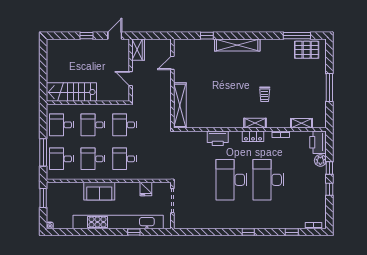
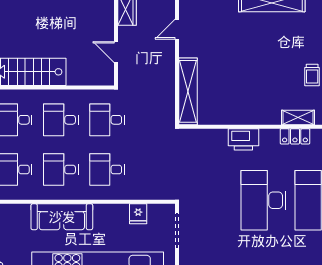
sofa: (99, 191) -> (62, 217), width x1.36

